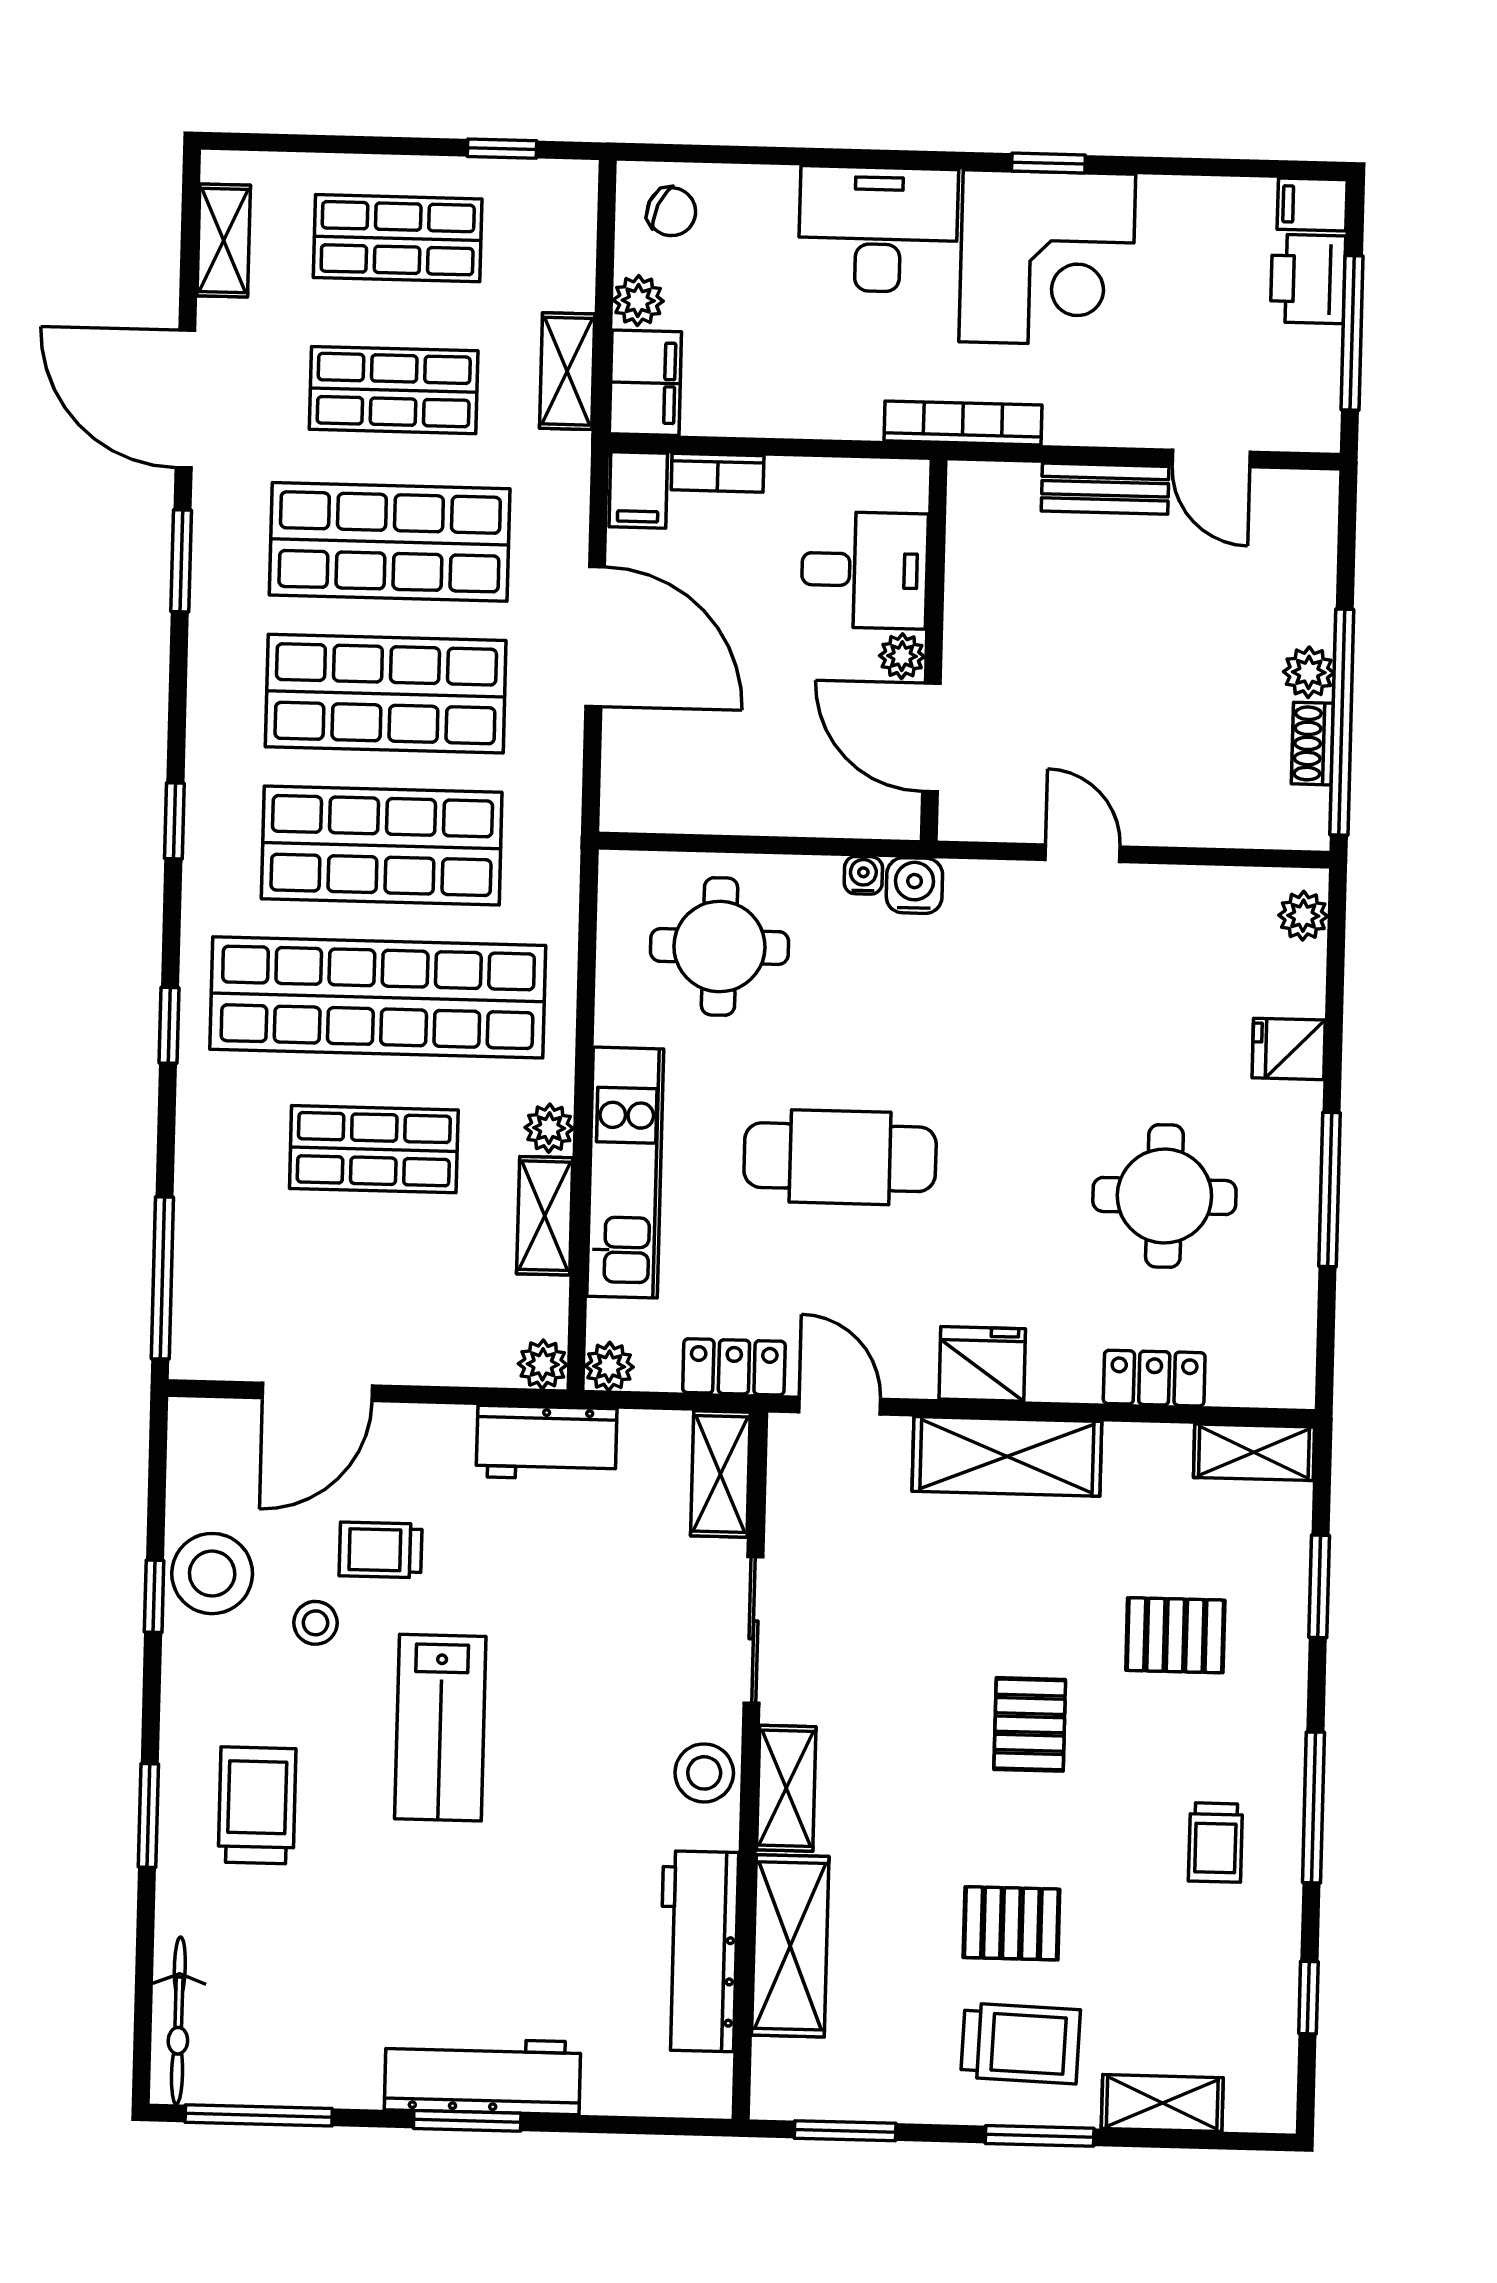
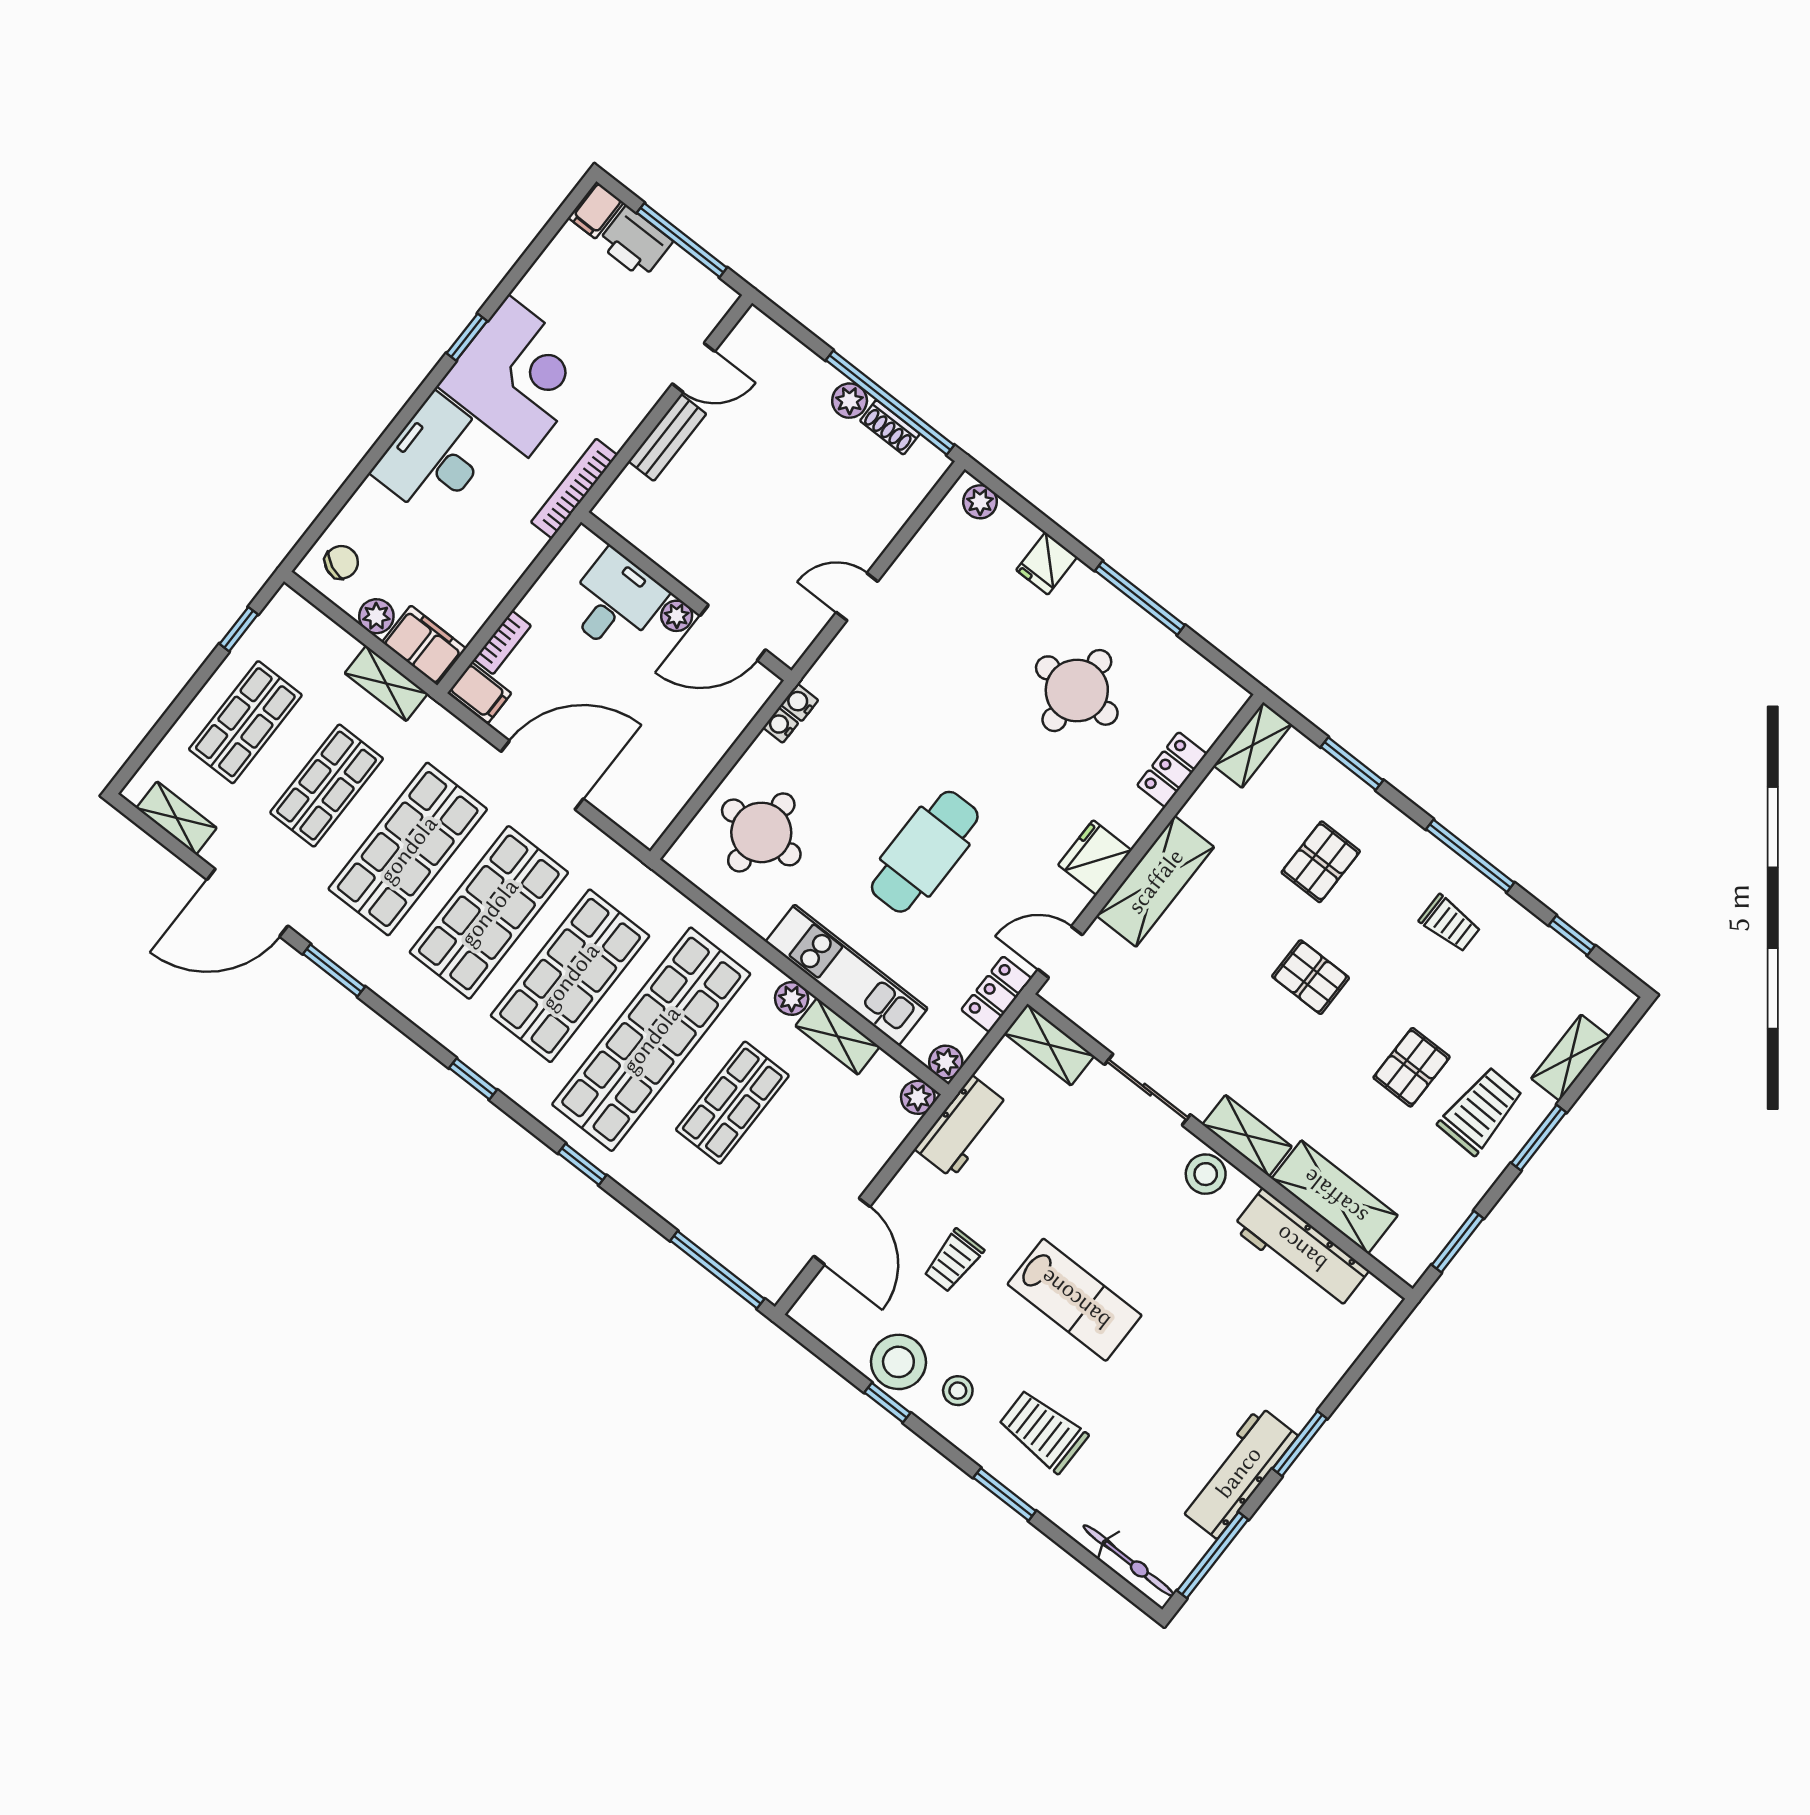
water cooler: (914, 886) -> (799, 702), width x0.72, depth x0.72
stool: (315, 1623) -> (958, 1391), moved
workbench: (482, 2076) -> (1238, 1472), moved

